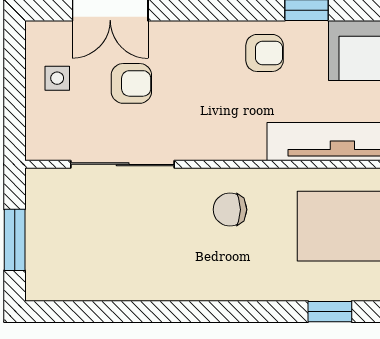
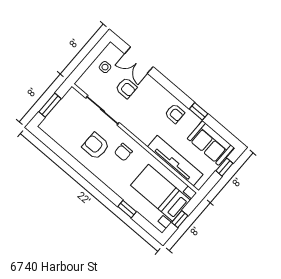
chair: (230, 210) -> (123, 152), turned -90
armchair: (168, 243) -> (96, 146), added

